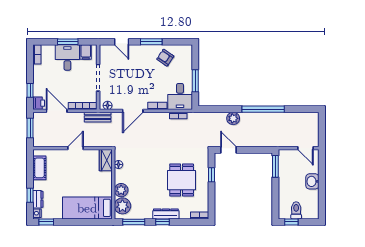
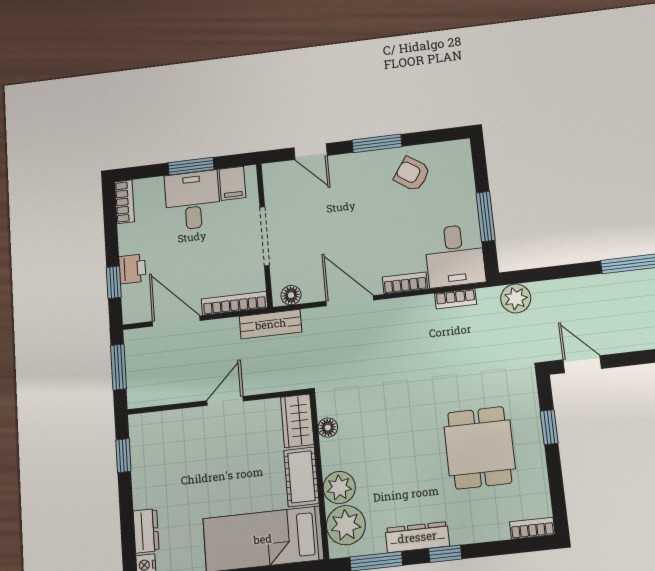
printer: (39, 103) -> (132, 269), moved
door: (133, 111) -> (350, 301), swing flipped
plant: (233, 118) -> (516, 298), moved
cot: (39, 168) -> (301, 477), moved
window: (30, 195) -> (123, 456), moved
dresser: (166, 214) -> (417, 537), moved

